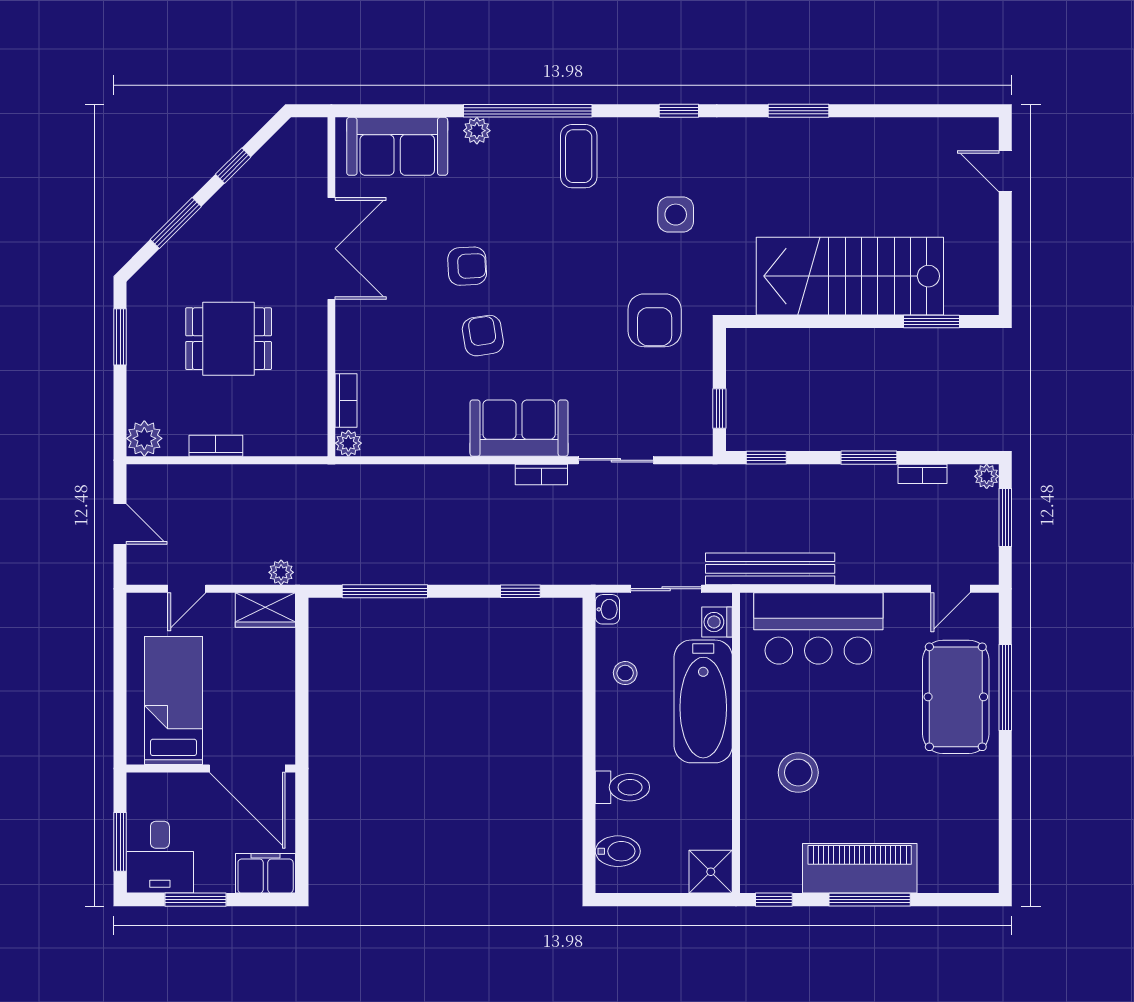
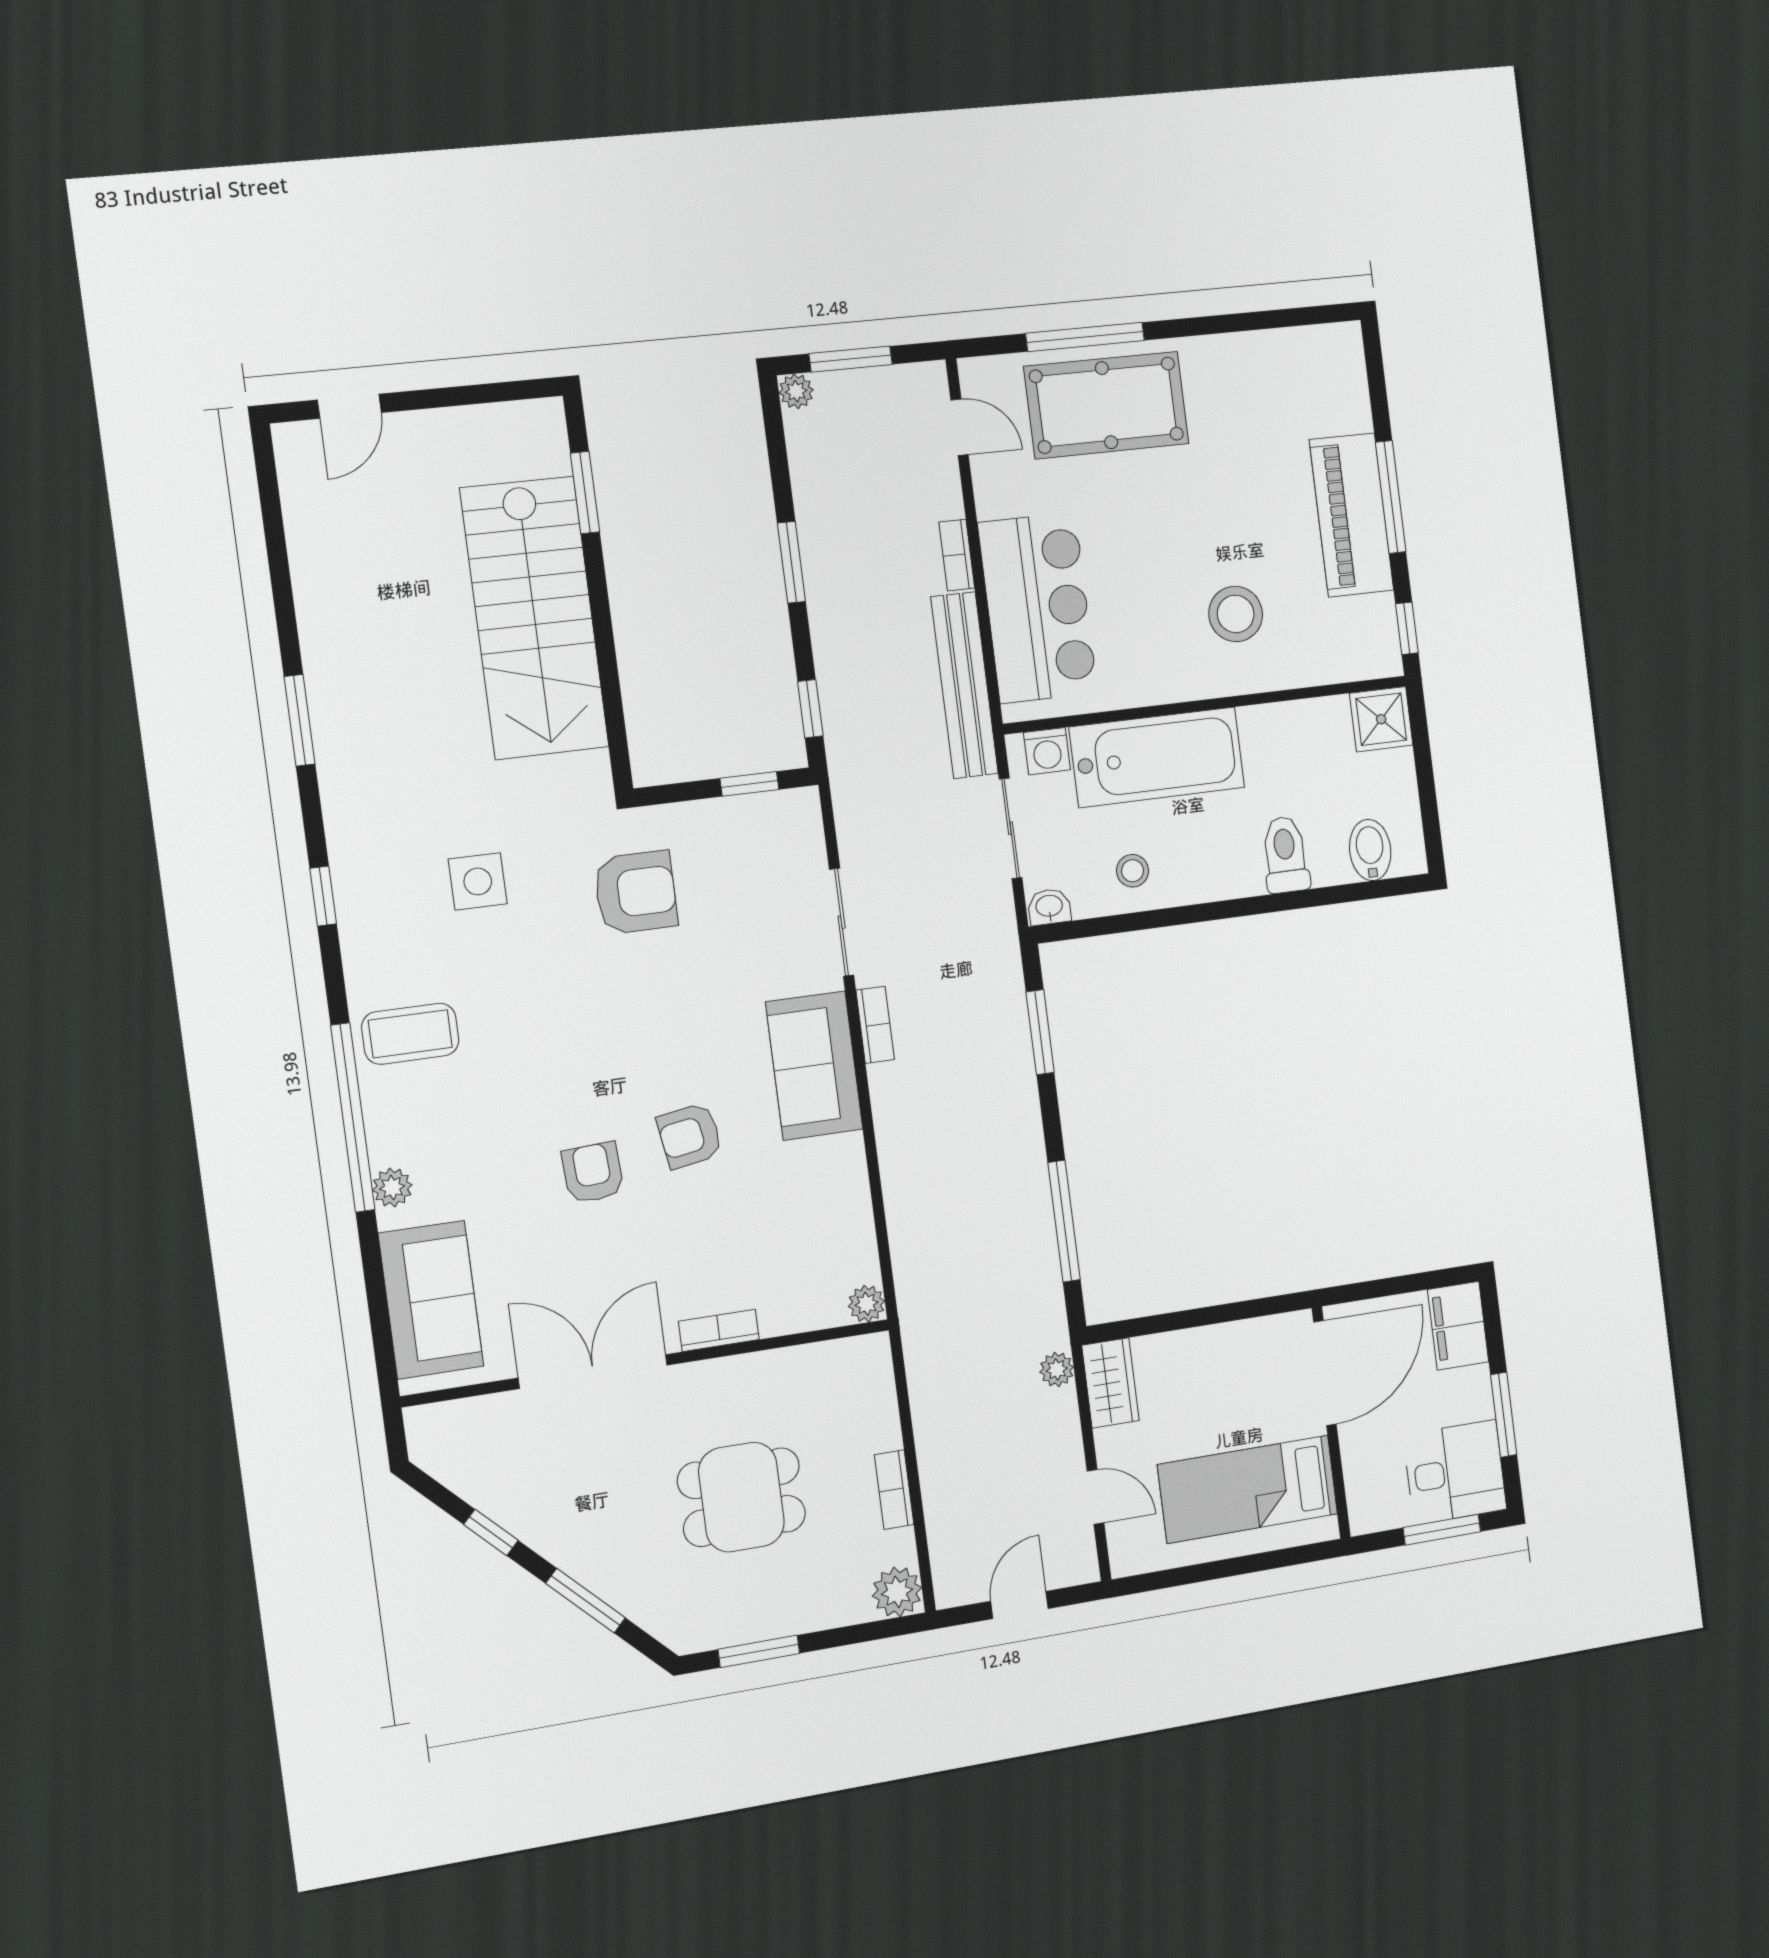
dining table: (229, 339) -> (741, 1497), turned 90
bookcase: (346, 401) -> (719, 1330), moved
bookcase: (922, 474) -> (957, 555), moved, turned 180
window: (520, 591) -> (1040, 1032), width x1.50

